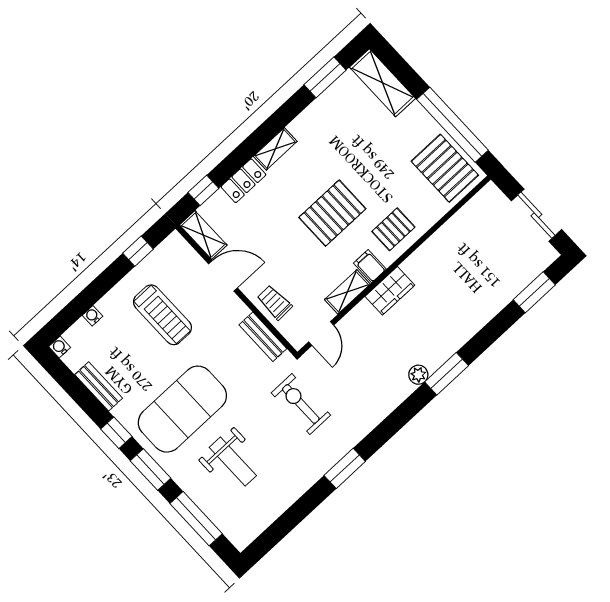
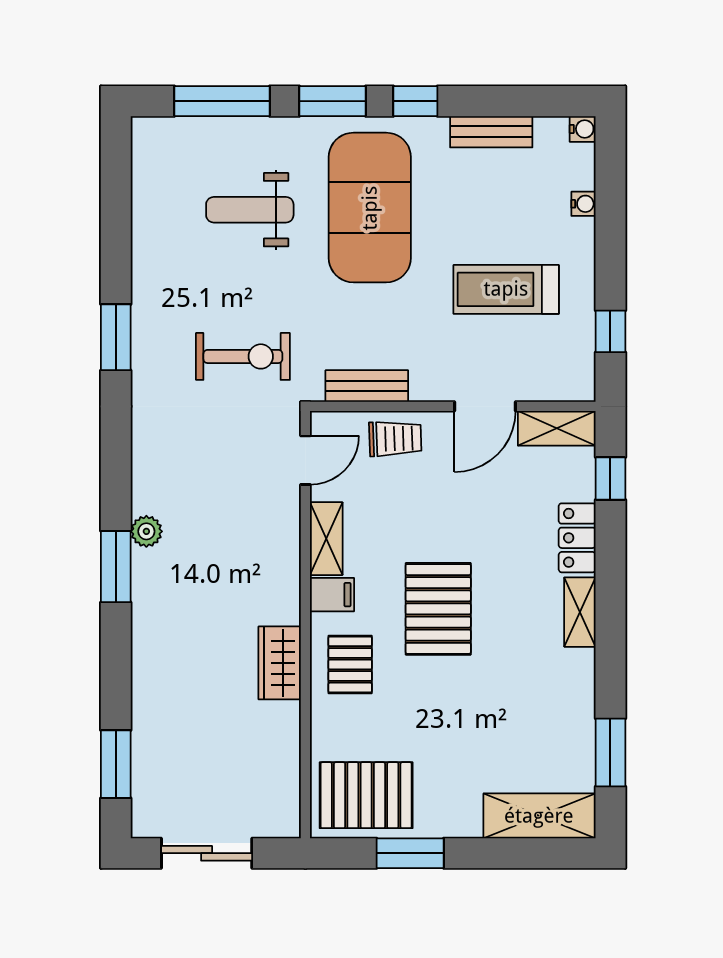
window: (452, 125) -> (410, 853), width x0.47
wardrobe: (390, 291) -> (280, 663), moved
door: (321, 333) -> (305, 460), swing flipped

